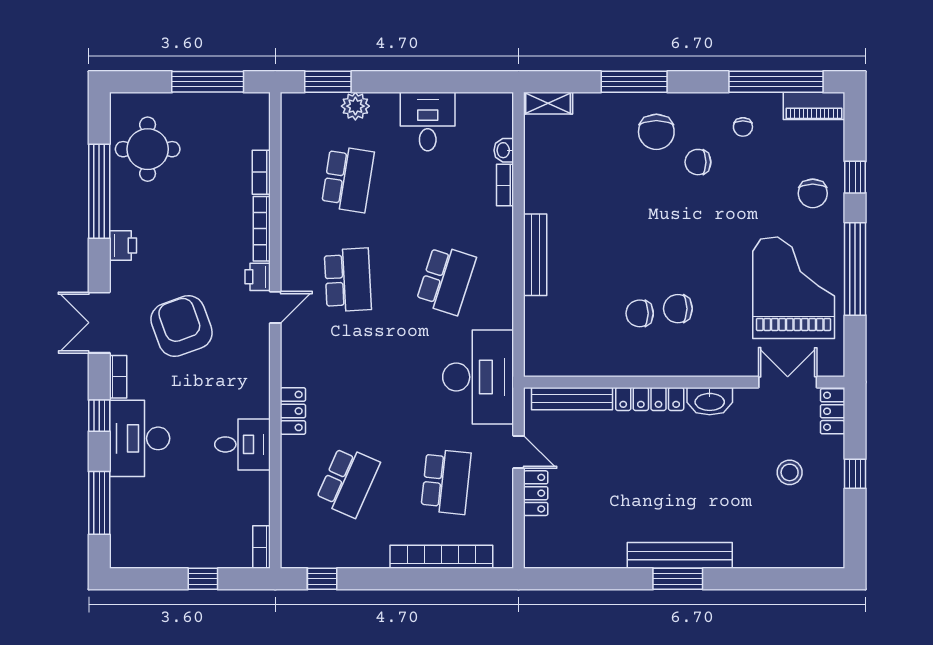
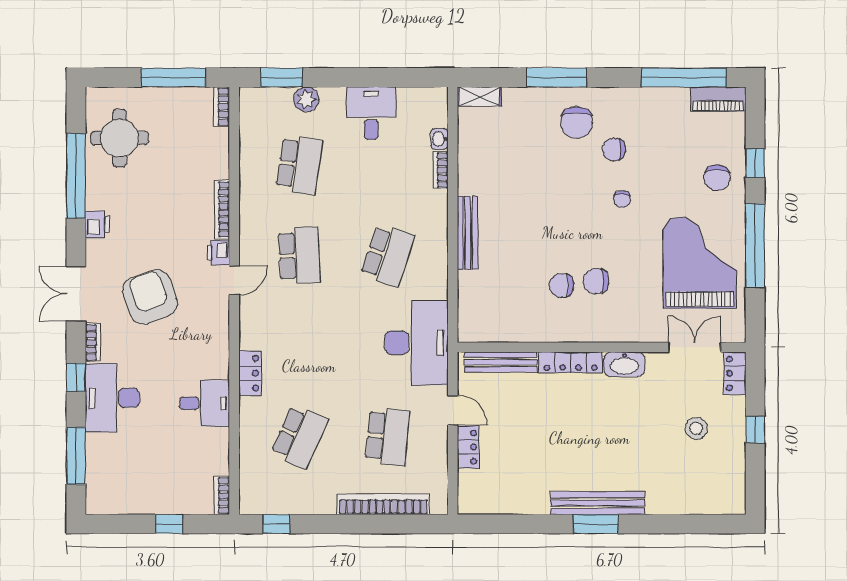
chair: (743, 127) -> (622, 199), moved
bookcase: (261, 172) -> (222, 107), moved

